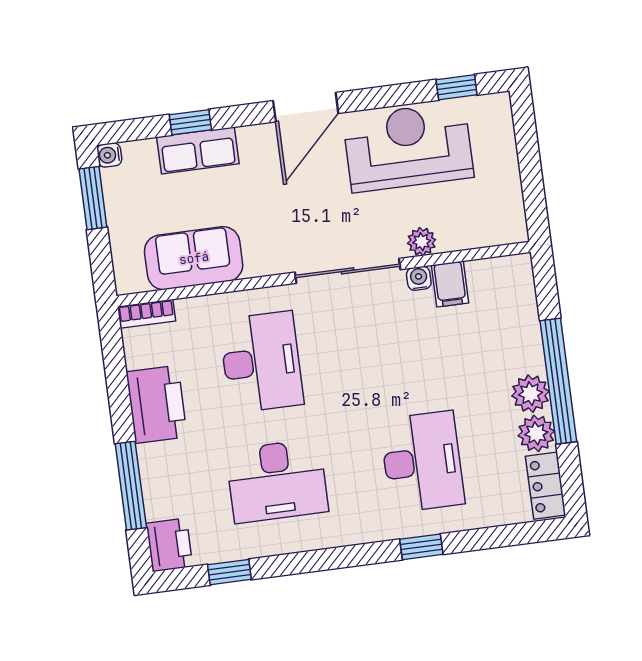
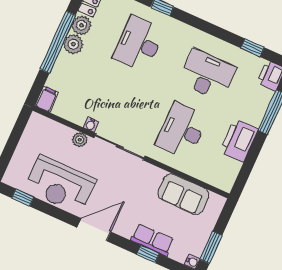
filing cabinet: (450, 284) -> (47, 99), moved
bookcase: (147, 314) -> (219, 183), removed

